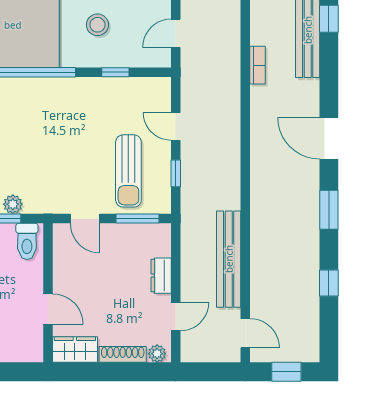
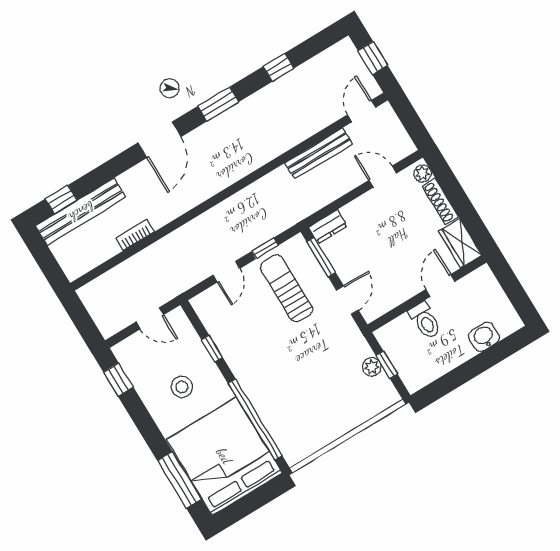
sun lounger: (128, 171) -> (287, 288), turned -90
toilet: (27, 241) -> (425, 321), moved, turned 90
bench: (229, 259) -> (319, 154), width x0.73, depth x0.82
dresser: (161, 276) -> (328, 227), moved

